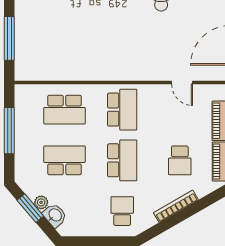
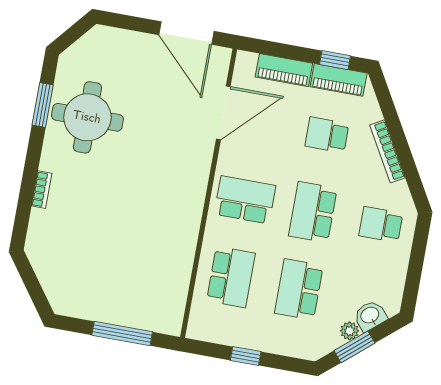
door: (182, 83) -> (223, 113), width x1.87
window: (9, 131) -> (246, 356), width x0.46
school desk: (122, 160) -> (313, 212), turned -90
school desk: (180, 160) -> (327, 135), turned 180

